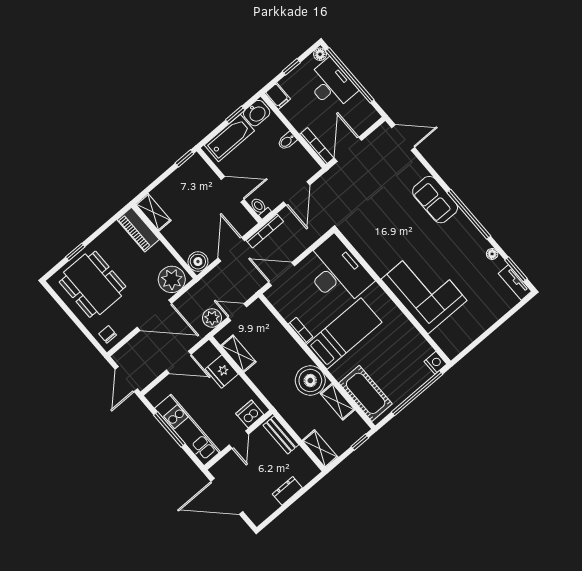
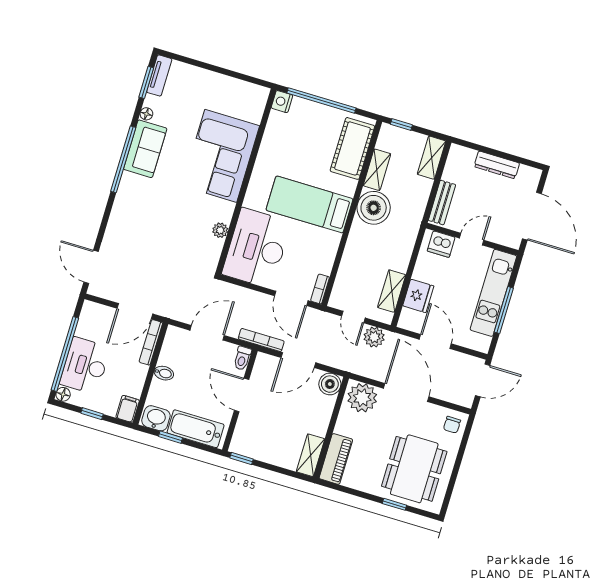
sofa: (435, 200) -> (145, 149), moved
plant: (368, 253) -> (220, 230), added
bookcase: (301, 330) -> (320, 289), moved
dresser: (287, 491) -> (497, 165), width x1.44

